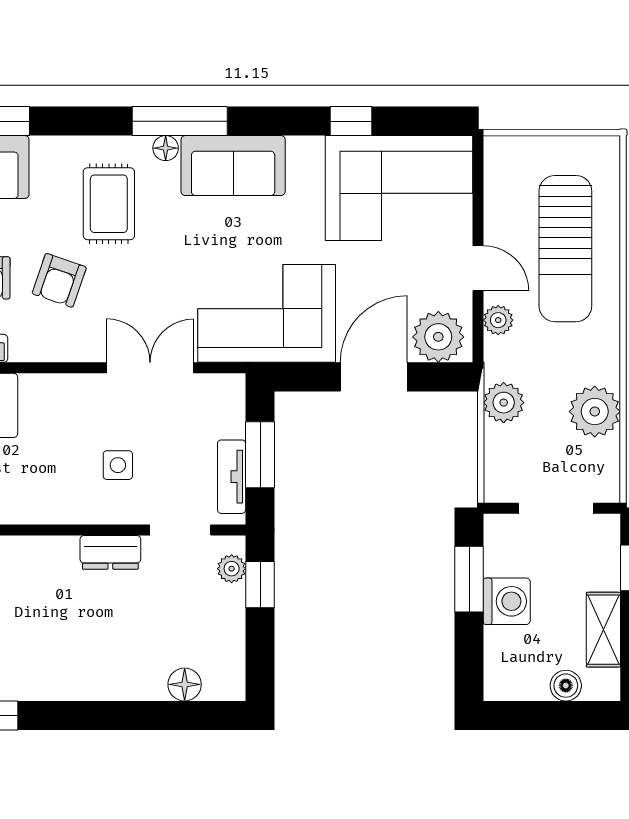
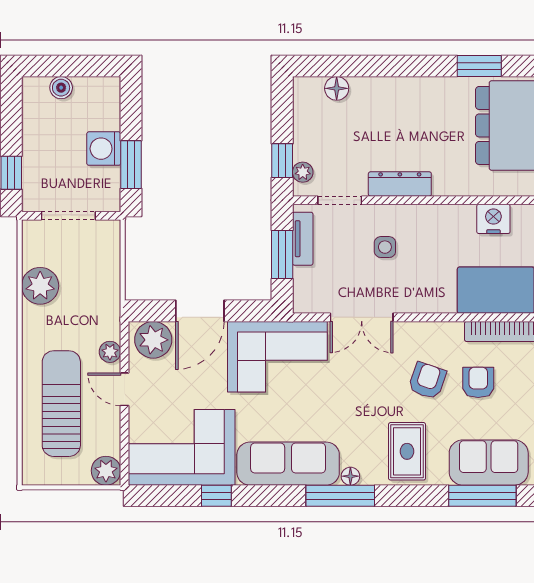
sofa: (233, 166) -> (288, 464), width x1.36
rug: (109, 204) -> (407, 451), moved
plant: (504, 403) -> (106, 471), moved
dresser: (110, 552) -> (400, 184), width x1.44
shelving: (603, 630) -> (34, 128), removed

